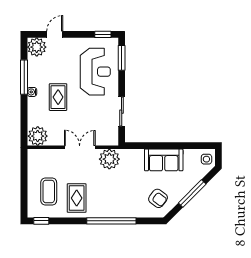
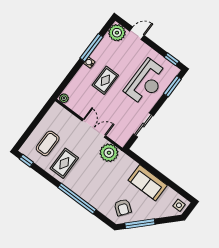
plant: (38, 136) -> (64, 98), width x0.53, depth x0.53
window: (192, 193) -> (140, 224), moved

